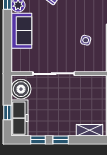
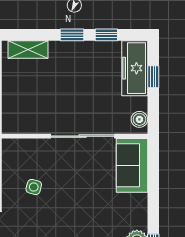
sofa: (21, 31) -> (132, 165), moved
boiler: (21, 89) -> (139, 119), width x0.54, depth x0.54

